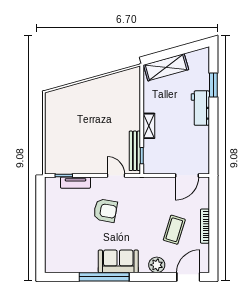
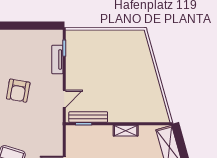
shelving: (149, 126) -> (126, 131), moved
armchair: (105, 211) -> (18, 91), moved

